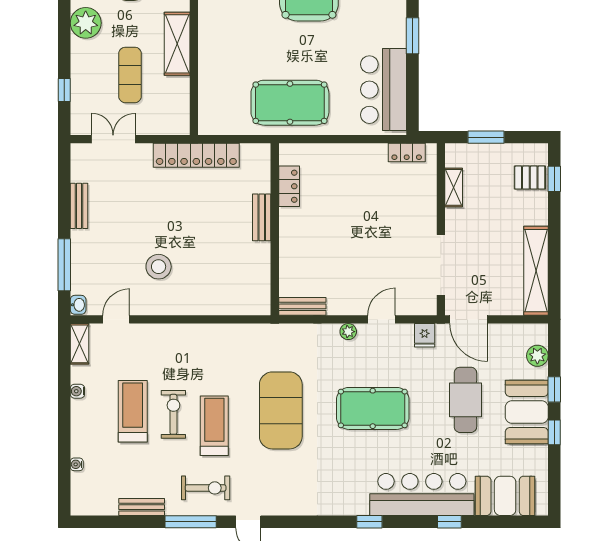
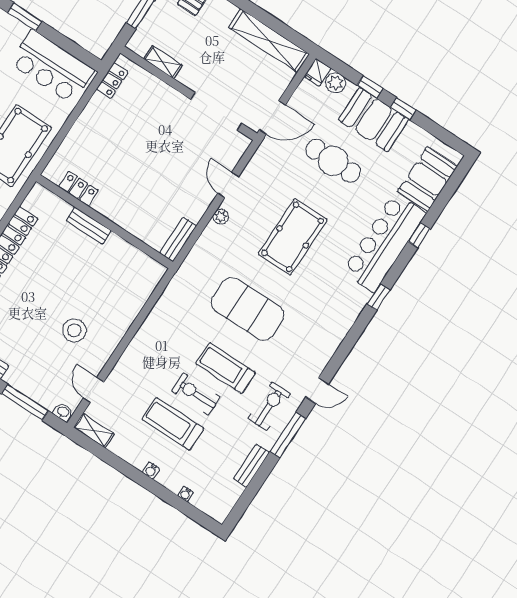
fridge: (425, 335) -> (318, 72), moved, turned 90
water cooler: (77, 391) -> (151, 471), moved

